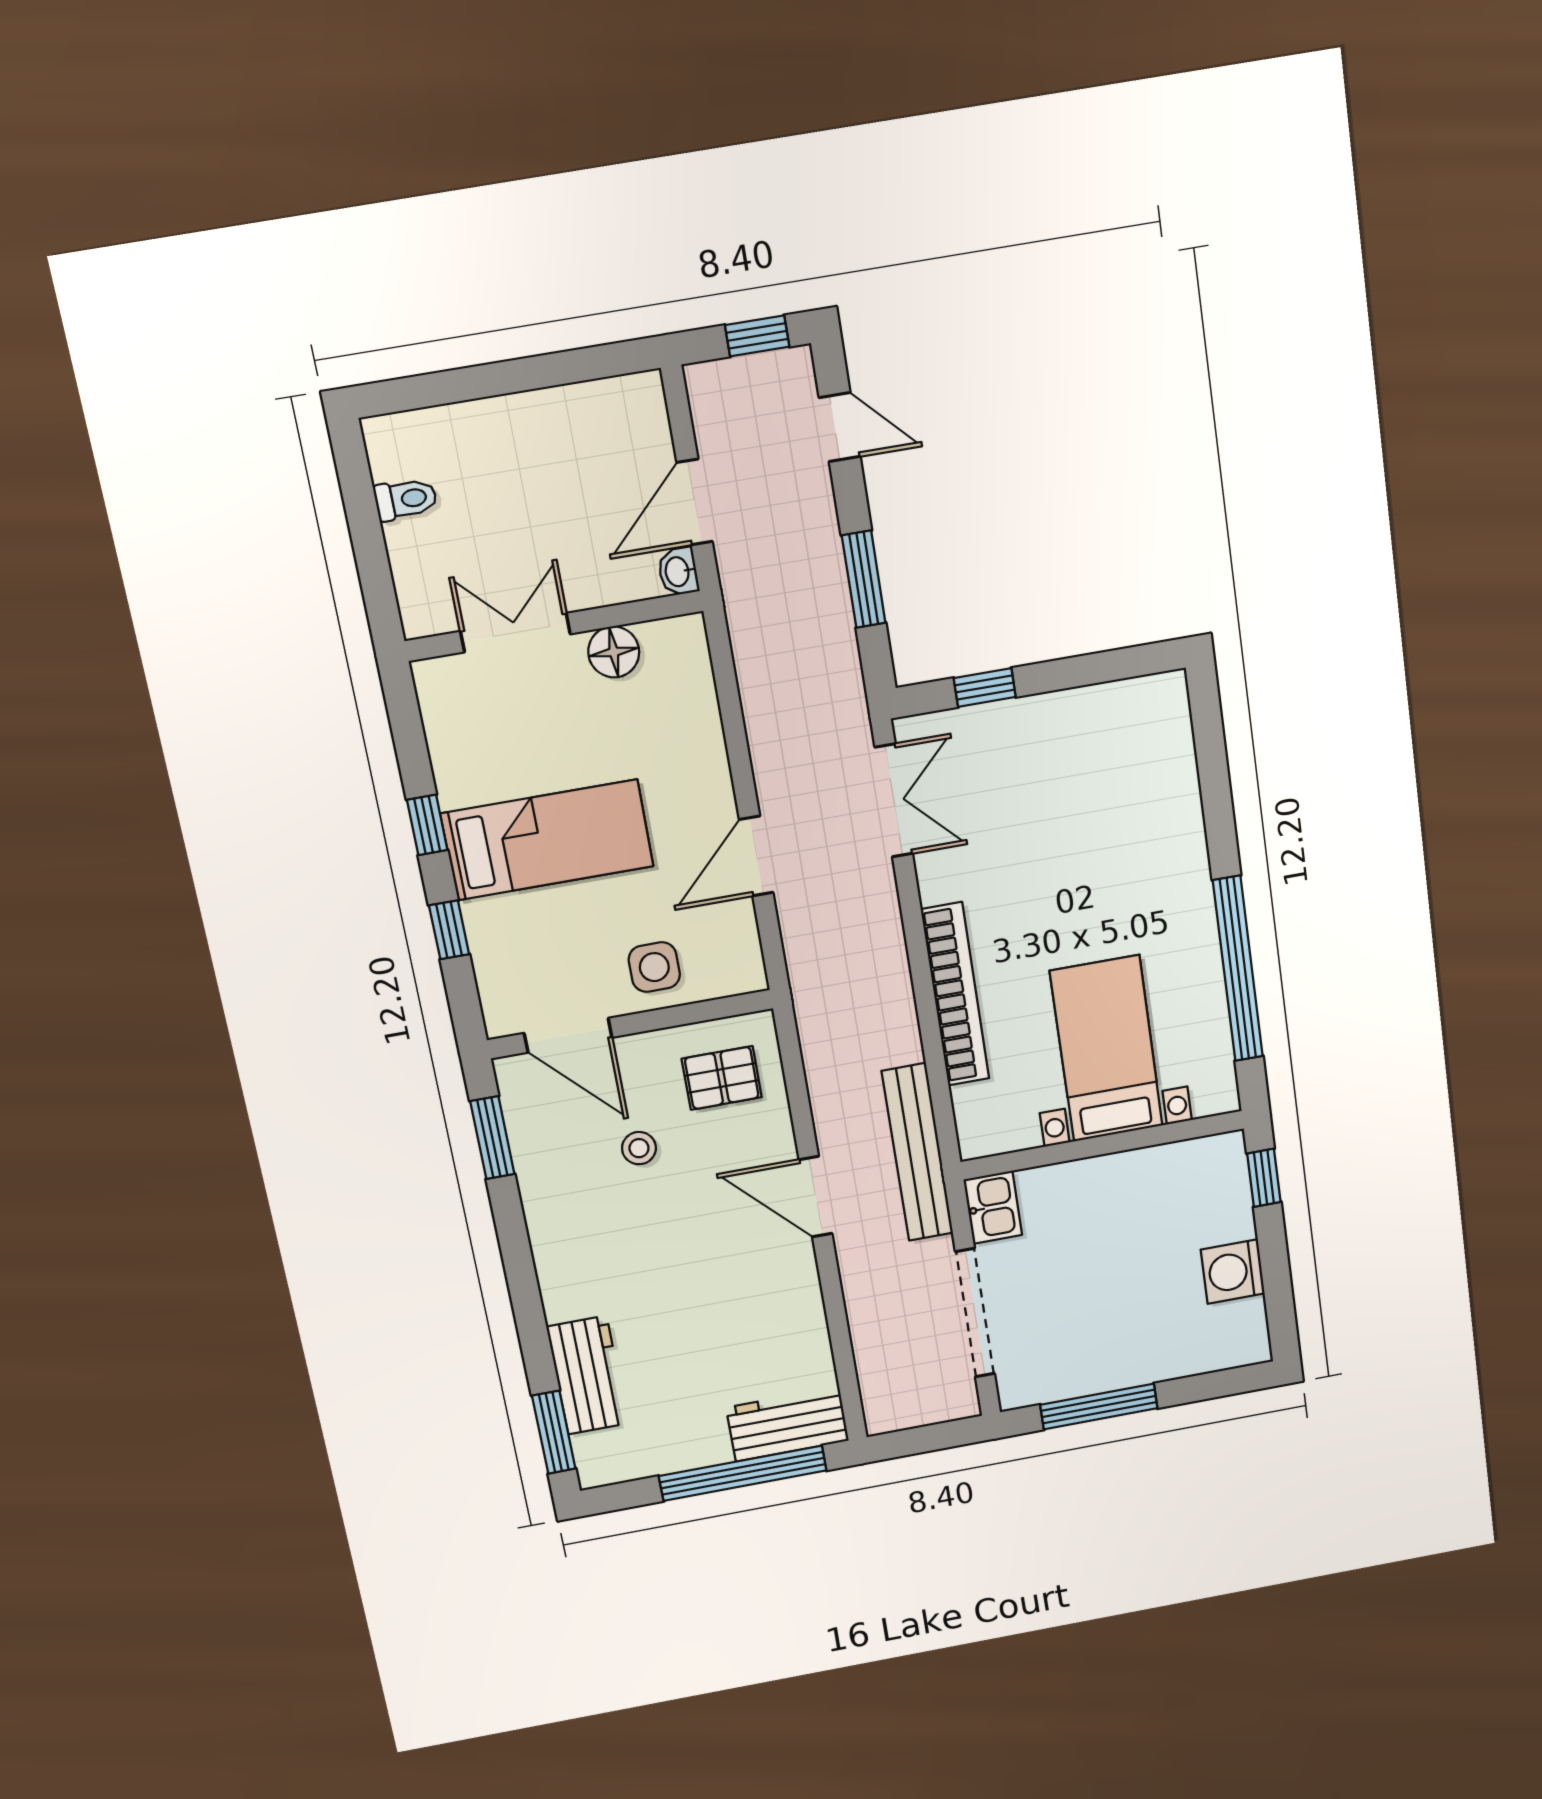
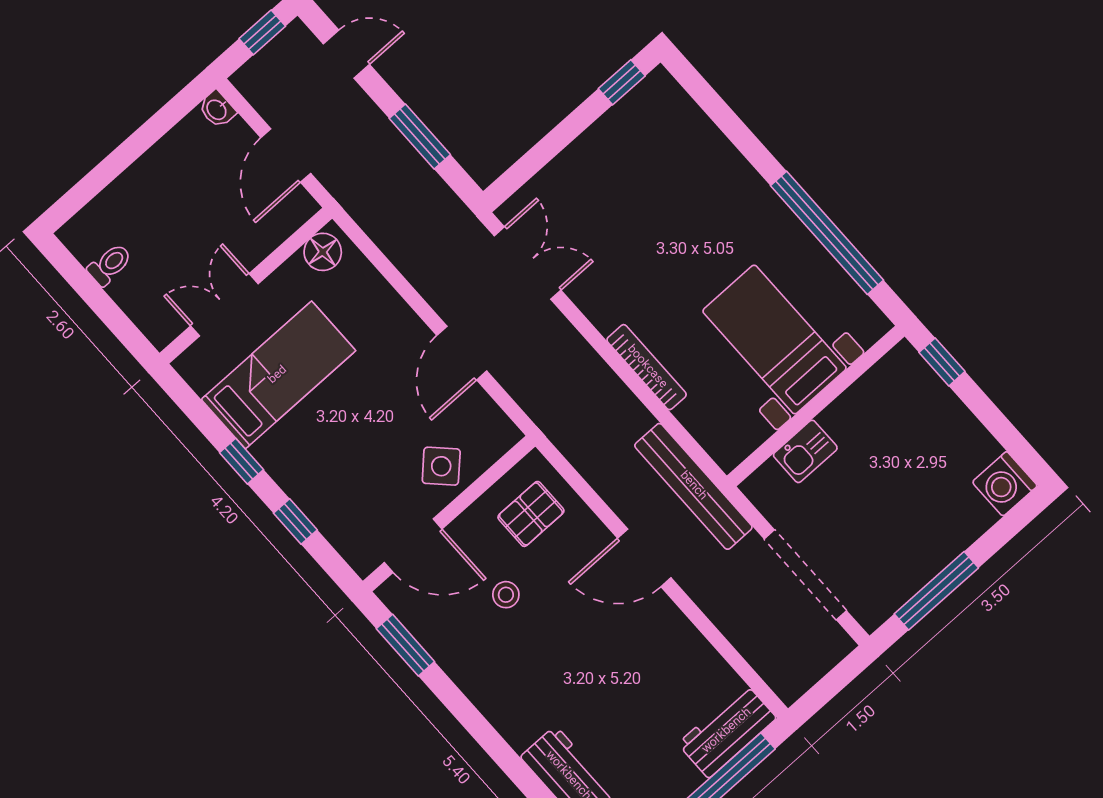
washbasin: (678, 572) -> (217, 109), moved
floor lamp: (614, 652) -> (323, 252), moved
window: (985, 687) -> (622, 82), moved
bed: (547, 840) -> (278, 375), moved
side table: (654, 967) -> (441, 466), turned 45
bookcase: (955, 994) -> (647, 367), width x0.68, depth x0.76
kitchen sink: (993, 1207) -> (805, 451), moved, turned 90
washing machine: (1233, 1272) -> (1005, 484), moved

